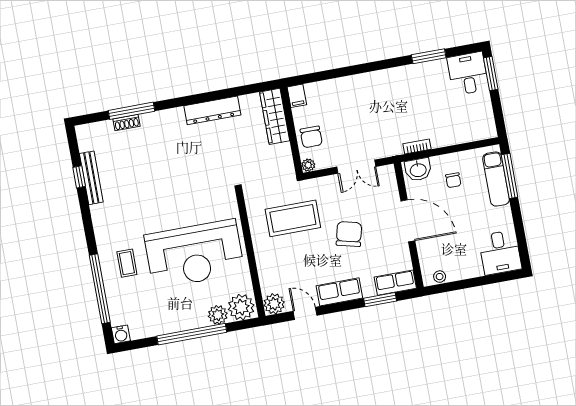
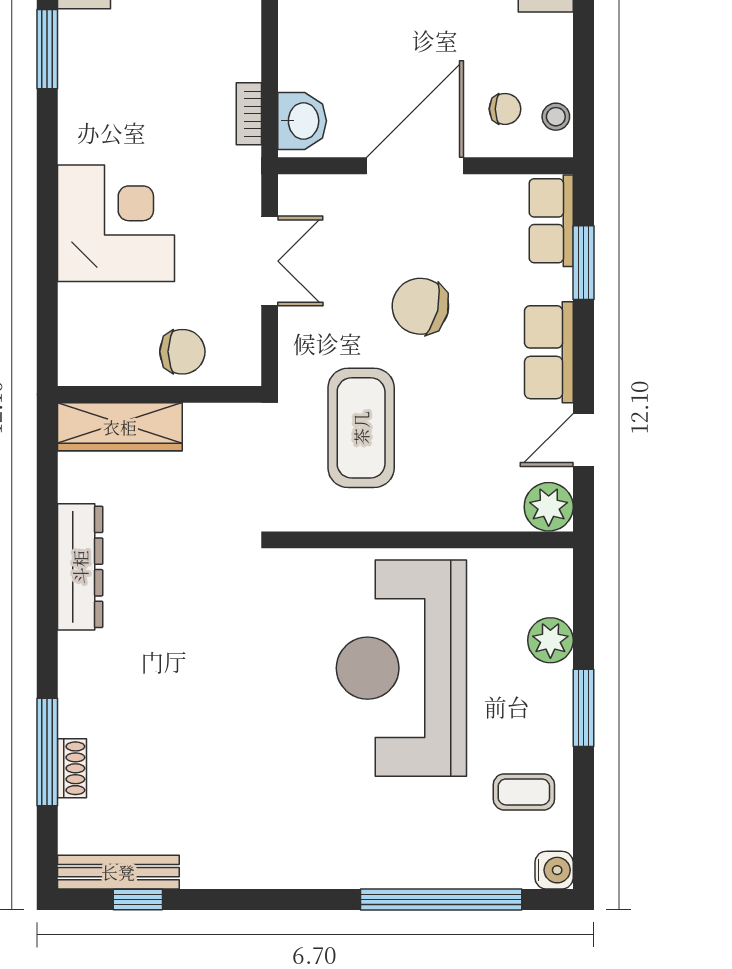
filing cabinet: (297, 96) -> (82, 368), removed
corner desk: (360, 99) -> (116, 223), added
plant: (308, 165) -> (246, 370), removed
window: (79, 177) -> (138, 899), moved
bench: (91, 178) -> (118, 872), moved
chair: (453, 180) -> (505, 109), moved
reception desk: (194, 254) -> (401, 668), turned 180
coffee table: (127, 263) -> (524, 792), moved
plant: (241, 307) -> (542, 584), removed
window: (192, 334) -> (583, 708), width x0.47

